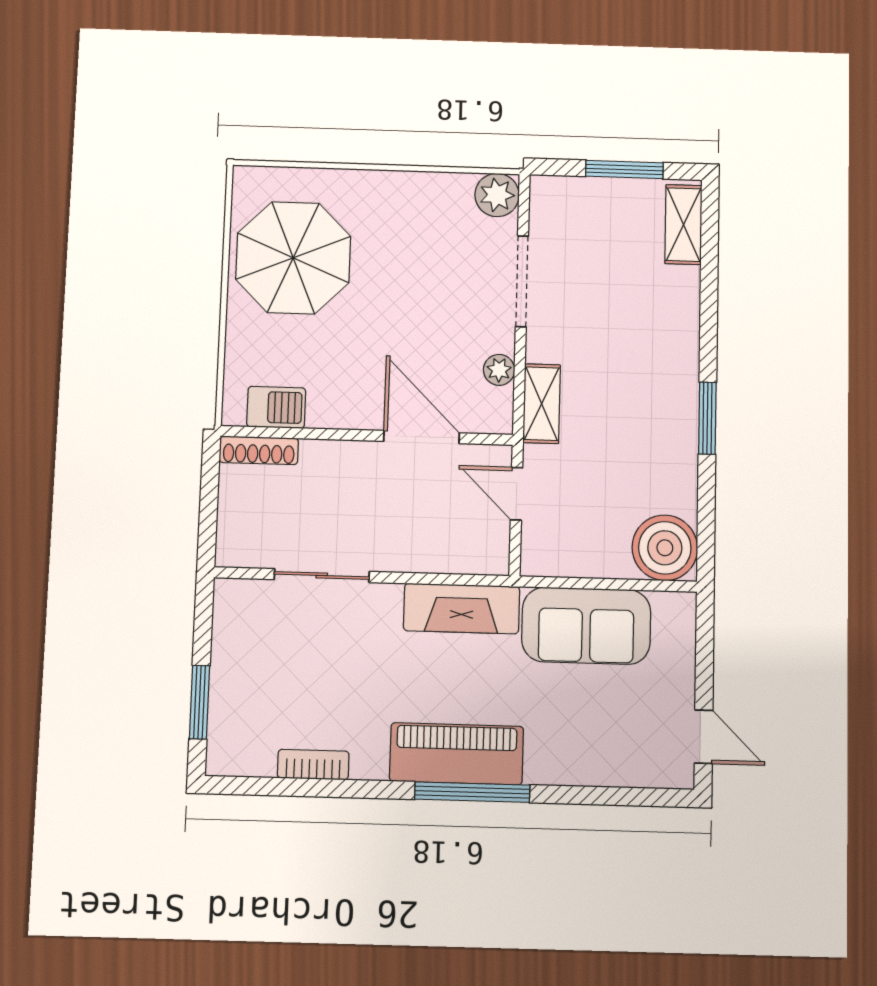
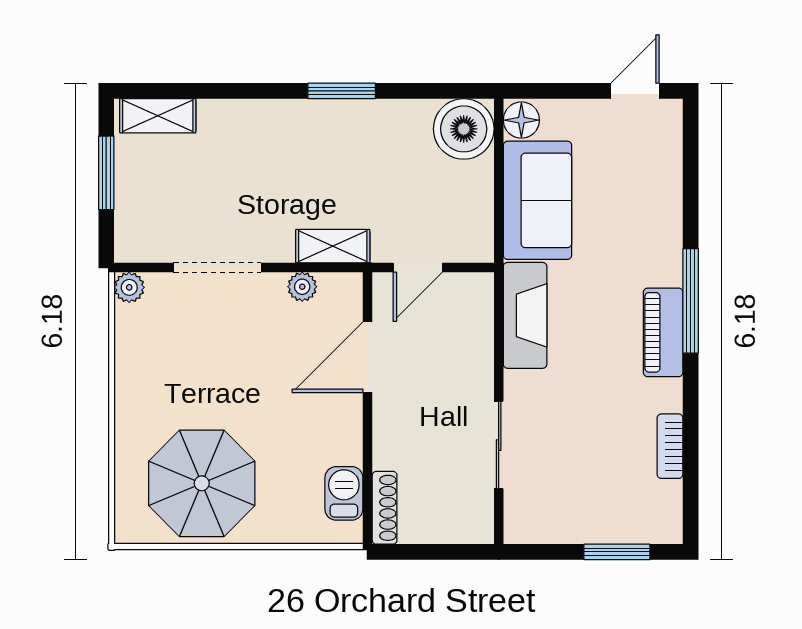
plant: (497, 195) -> (129, 287), width x0.73, depth x0.73
floor lamp: (674, 611) -> (521, 120), added
piano: (457, 754) -> (663, 332), width x0.73, depth x0.75

